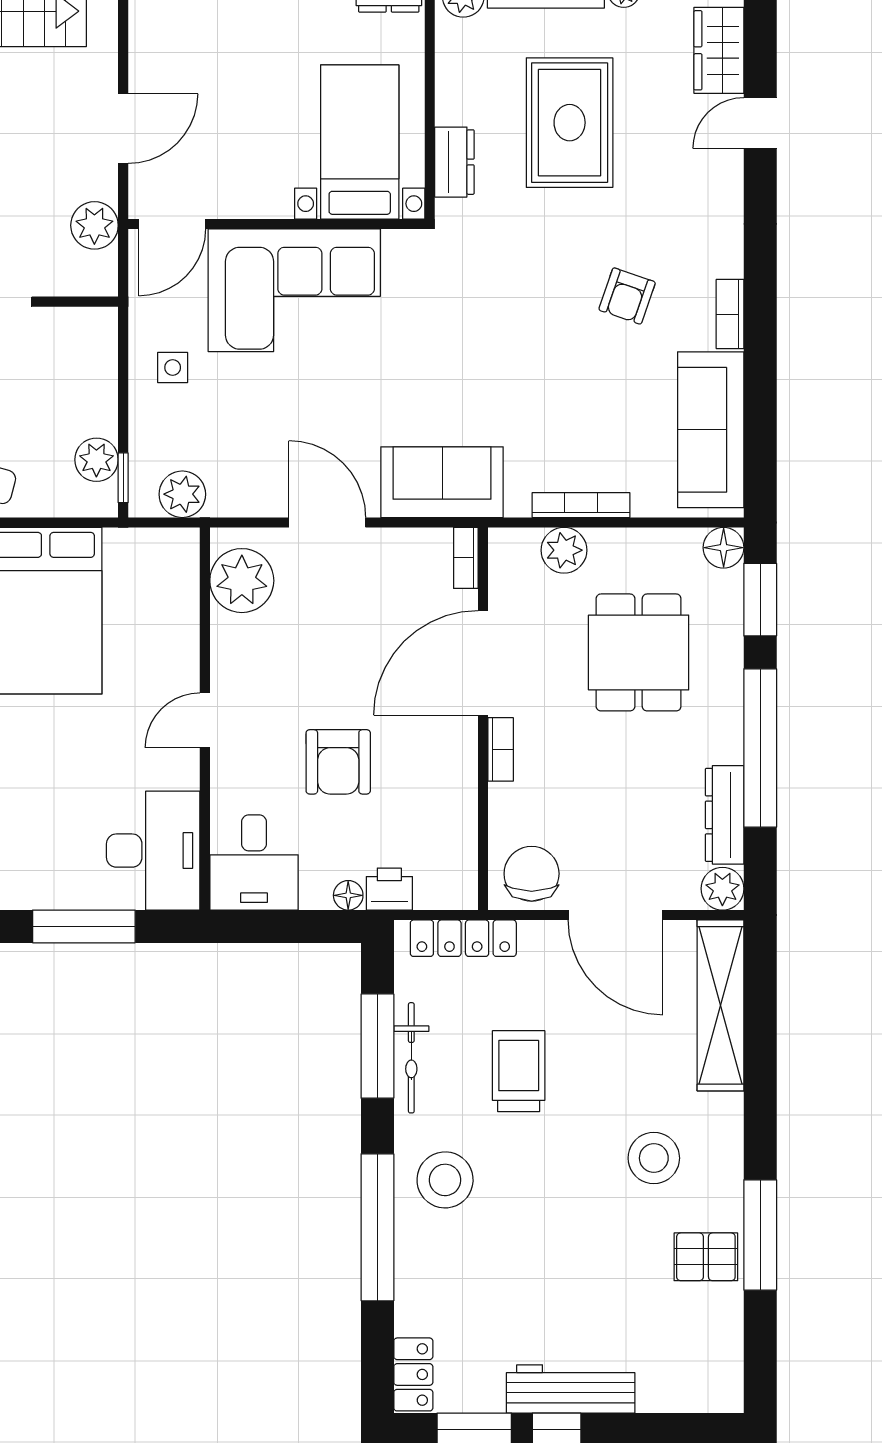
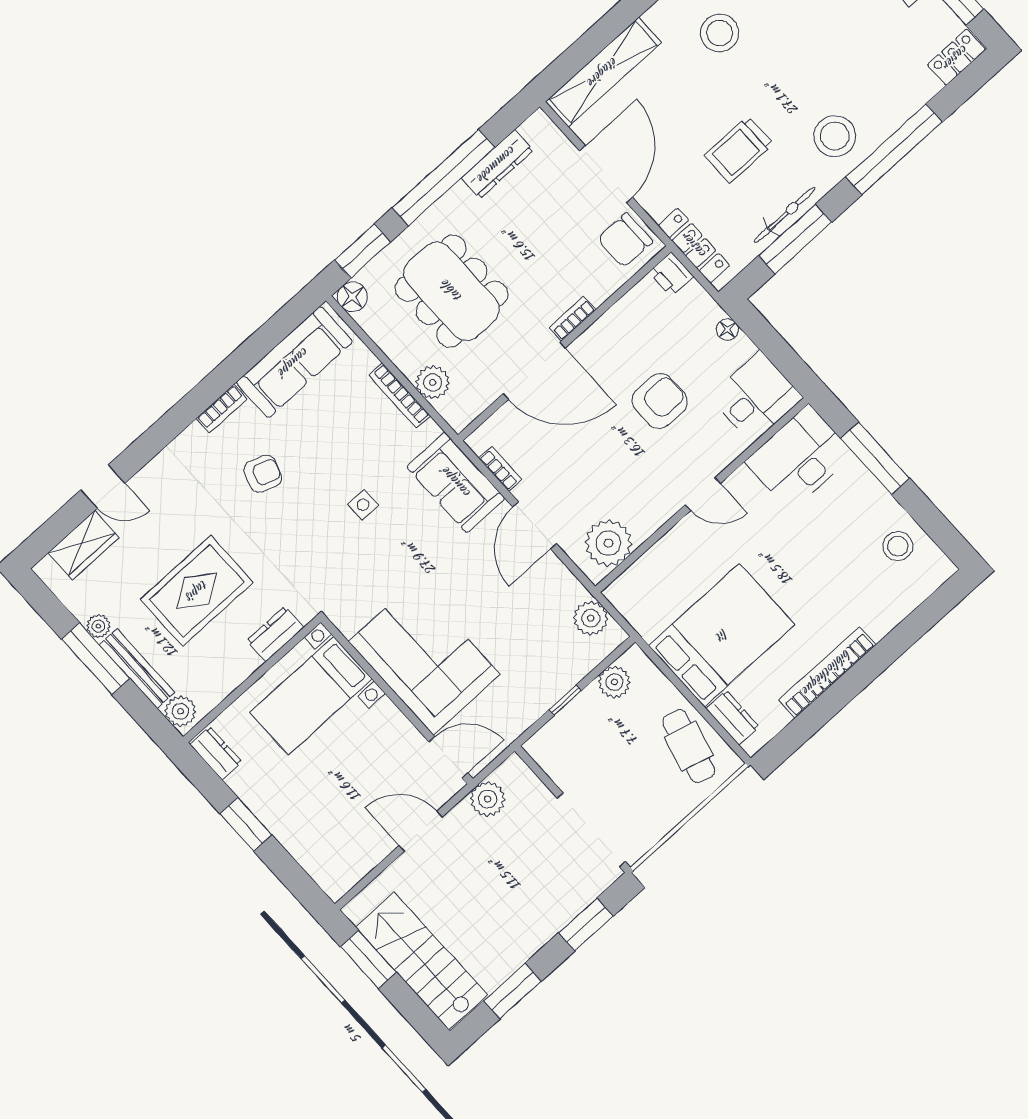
side table: (173, 368) -> (363, 505), moved
window: (123, 478) -> (565, 700), moved
bookcase: (466, 558) -> (500, 469), moved, turned -90
dining table: (639, 652) -> (451, 291), width x1.38
printer: (389, 889) -> (671, 274), moved
plant: (722, 889) -> (539, 129), removed

